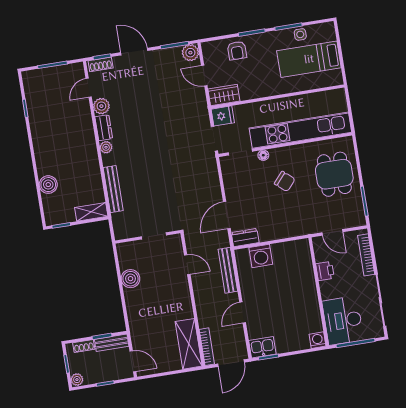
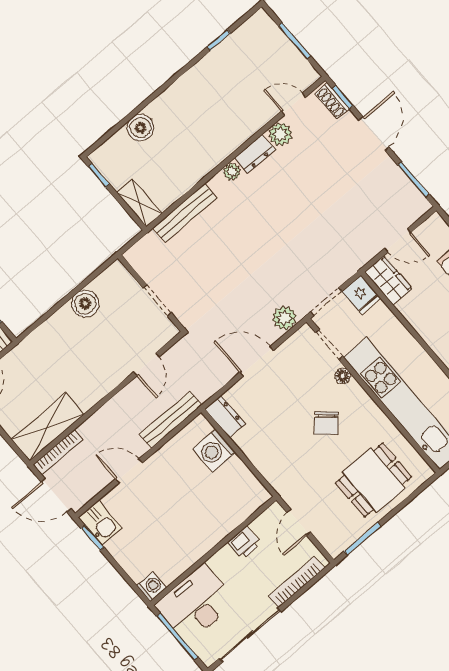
plant: (190, 53) -> (284, 318), moved
door: (204, 76) -> (398, 240), swing flipped
door: (227, 215) -> (257, 361), moved

